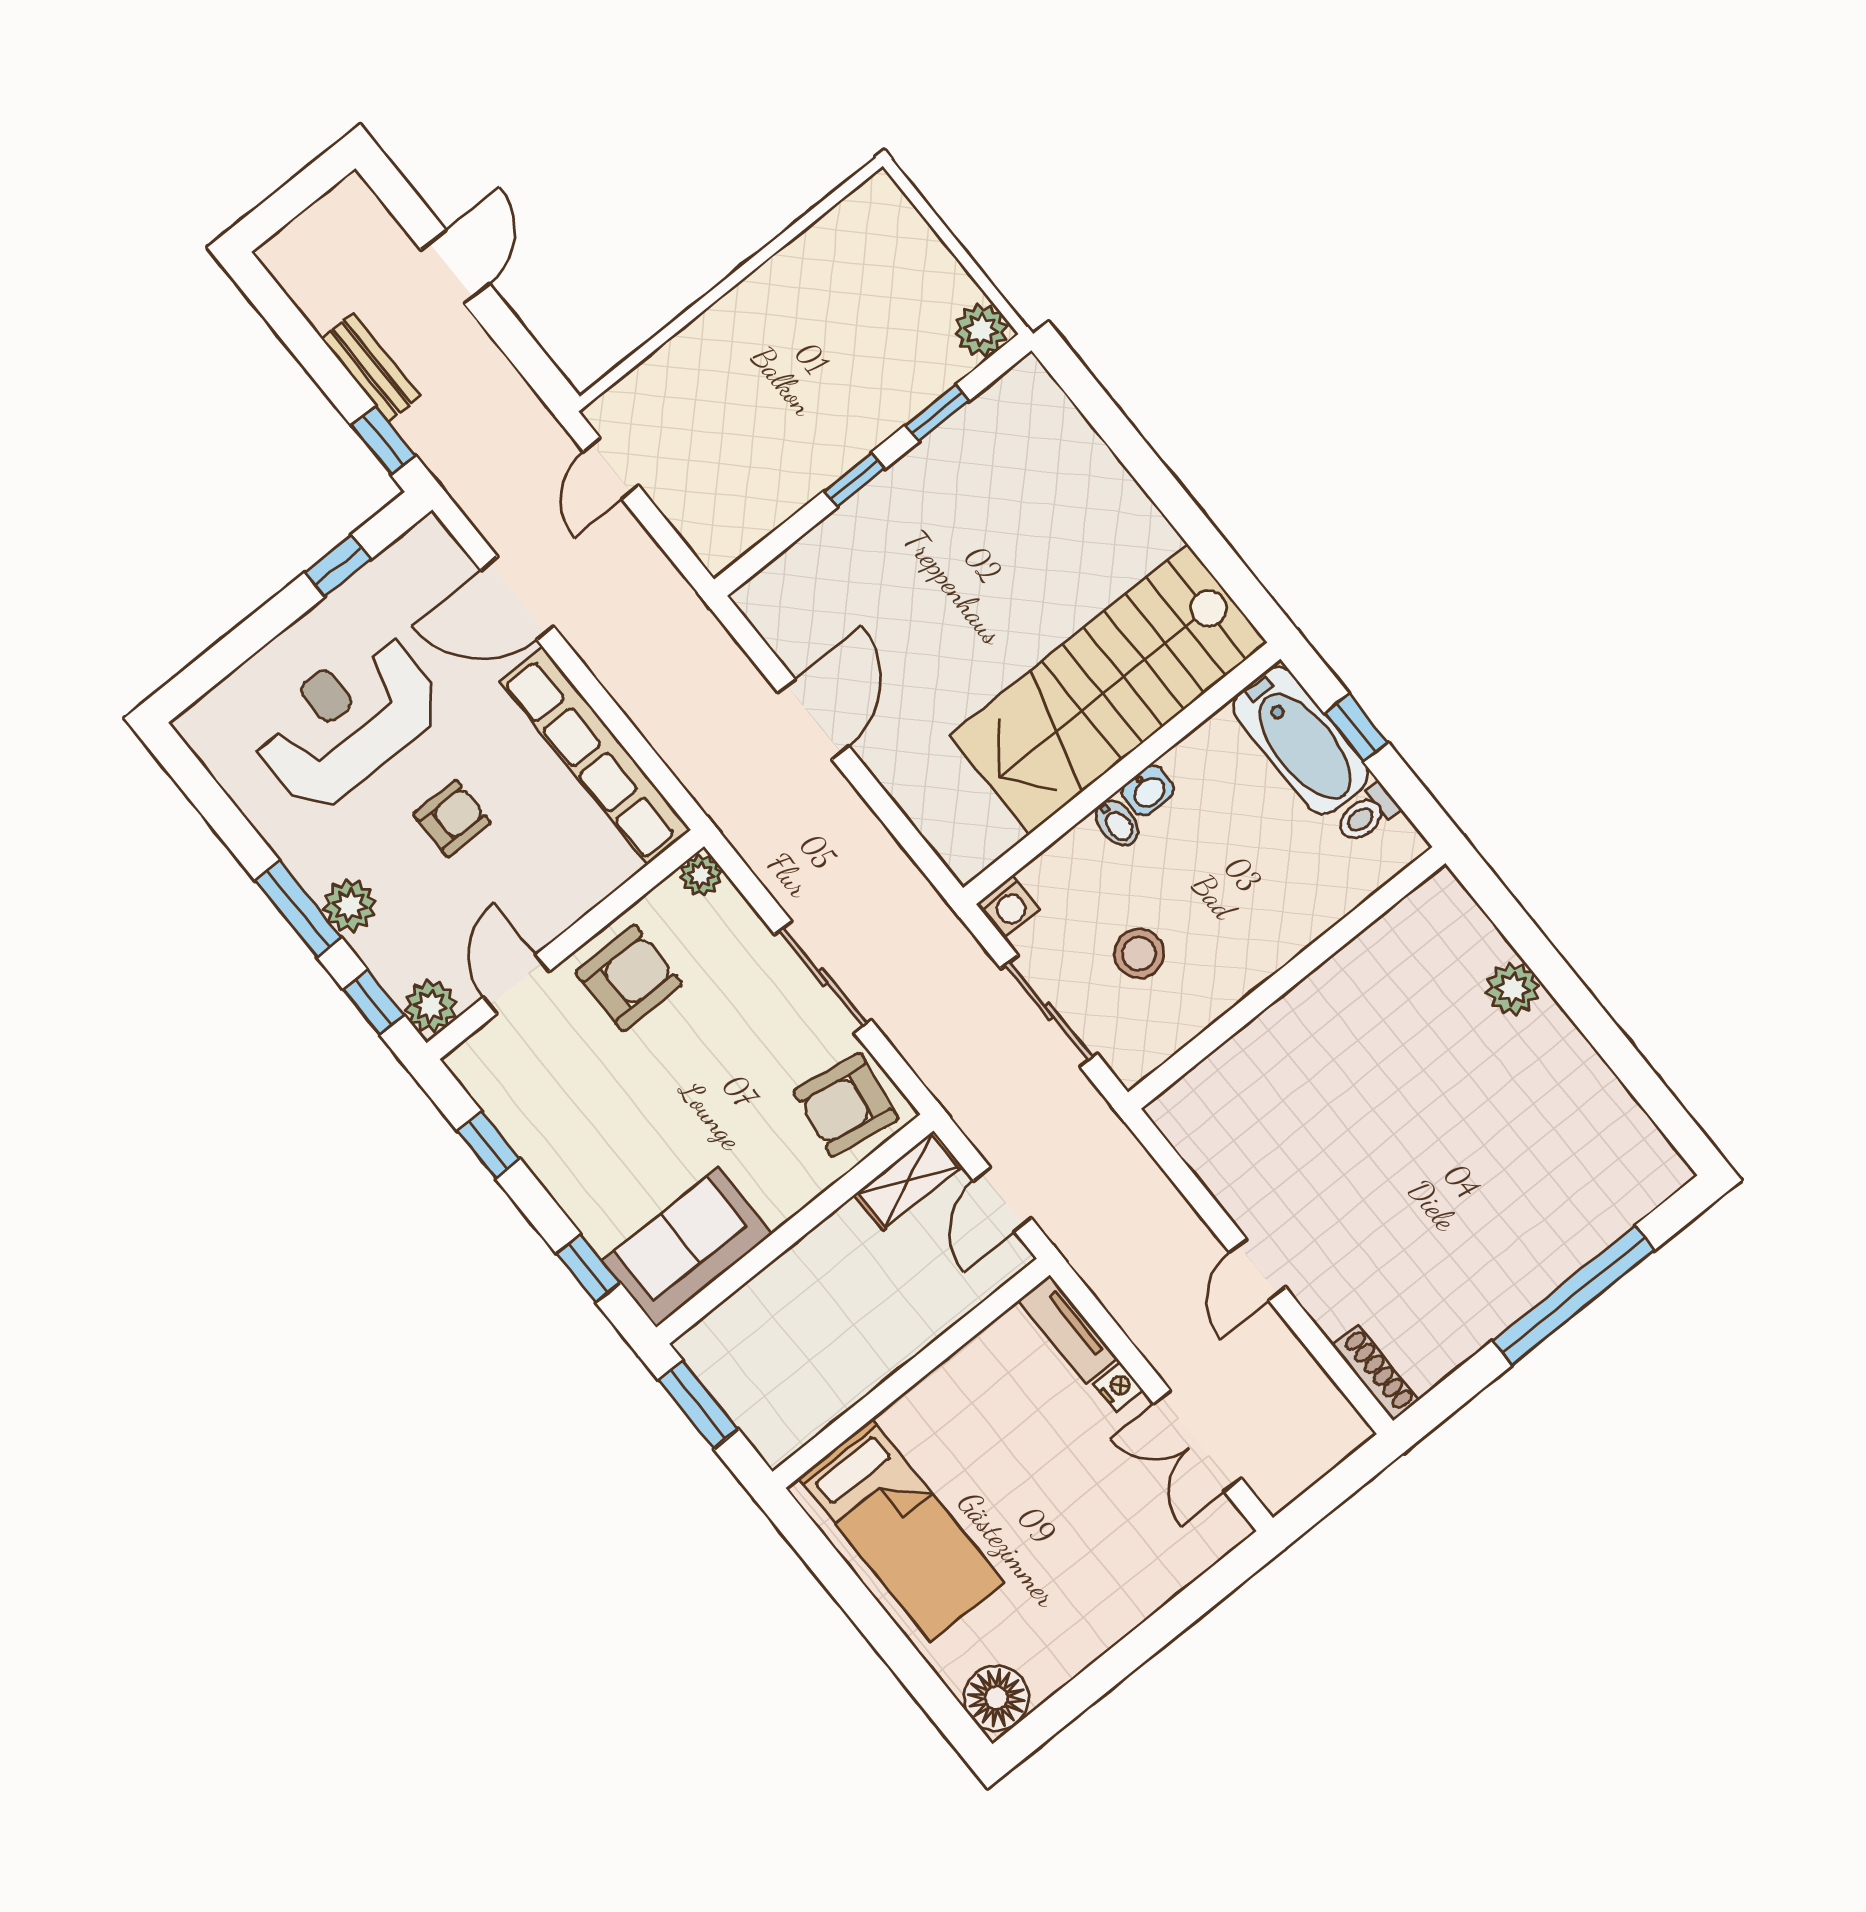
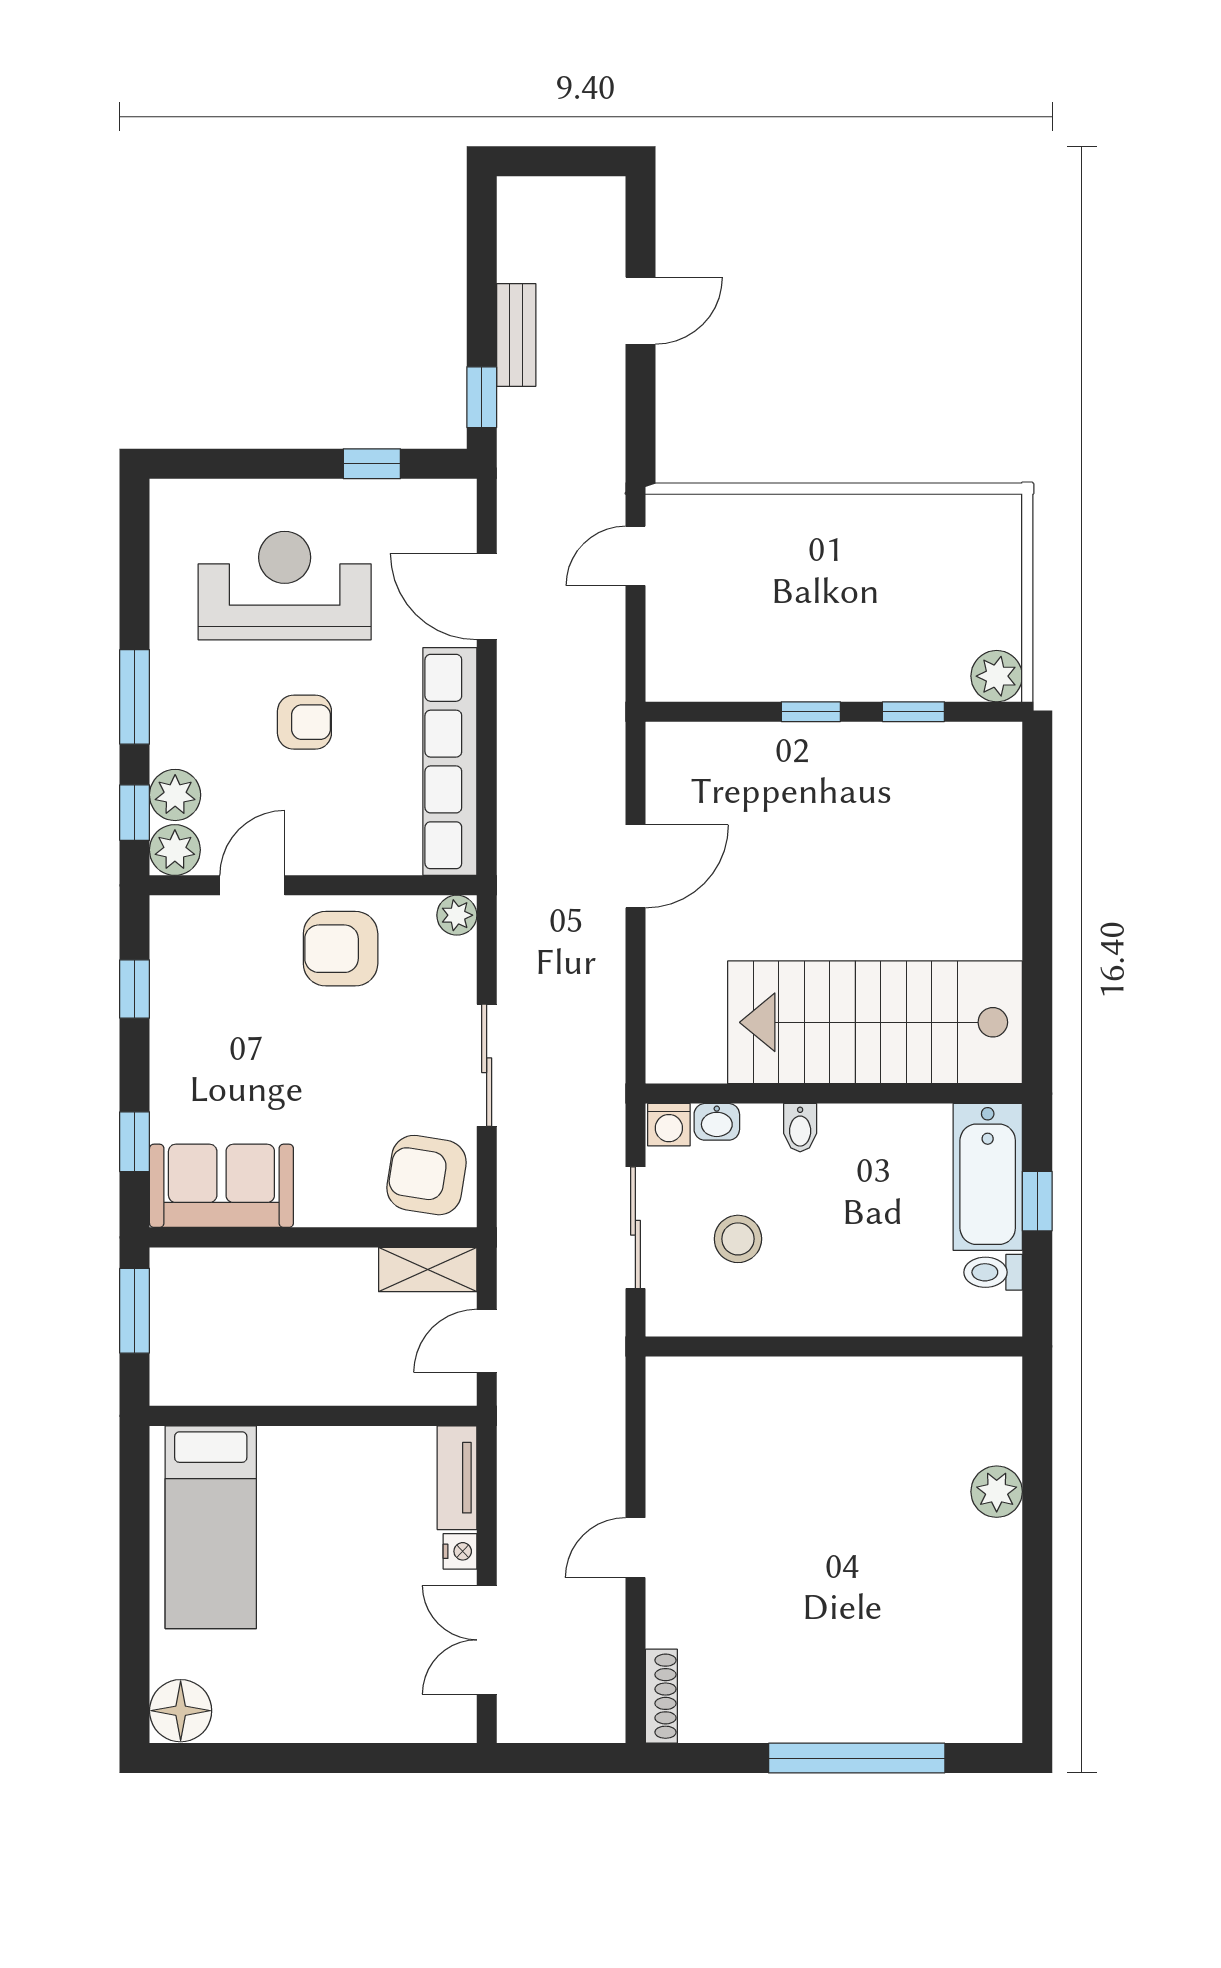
washbasin: (1148, 790) -> (717, 1122), moved
plant: (350, 906) -> (175, 795), moved
armchair: (629, 978) -> (341, 949), turned 180

